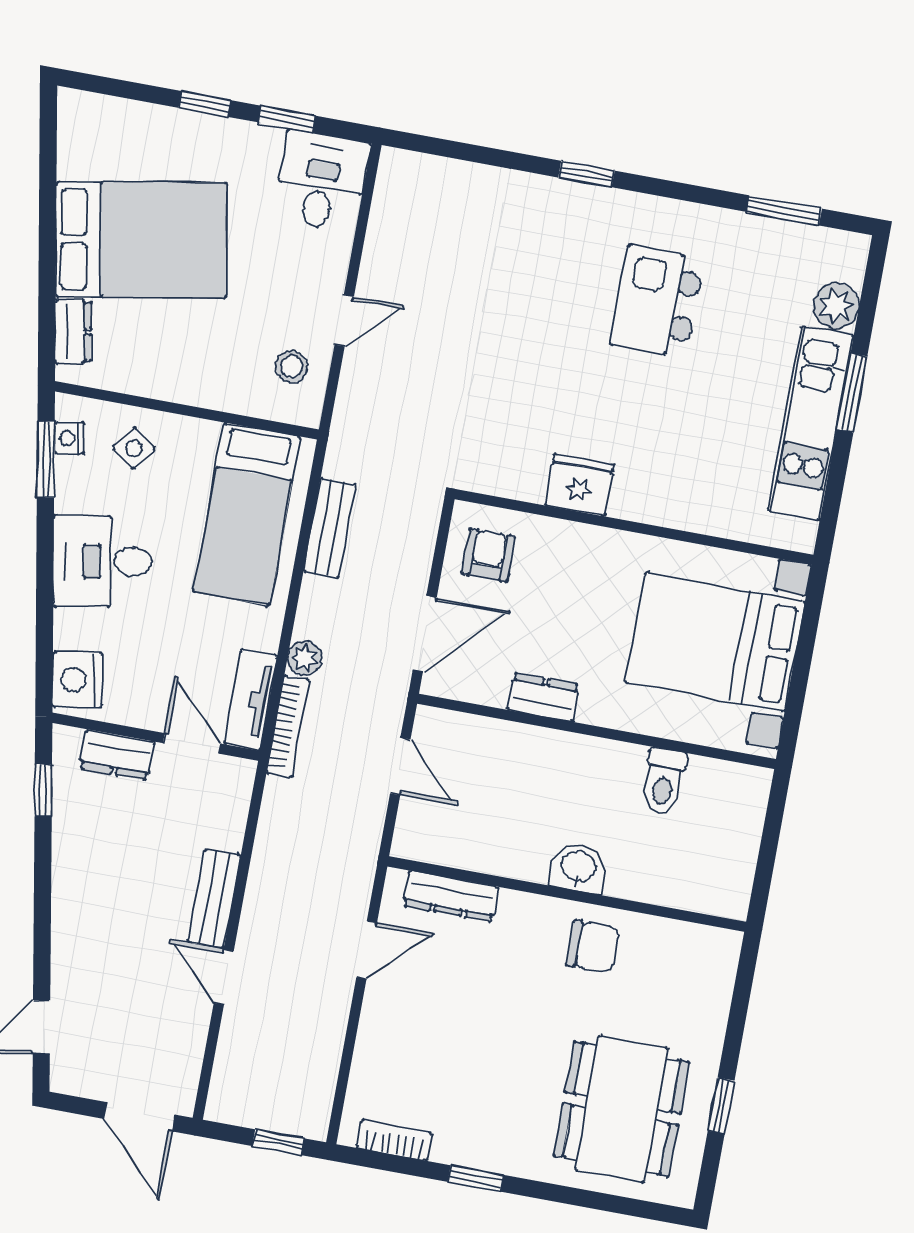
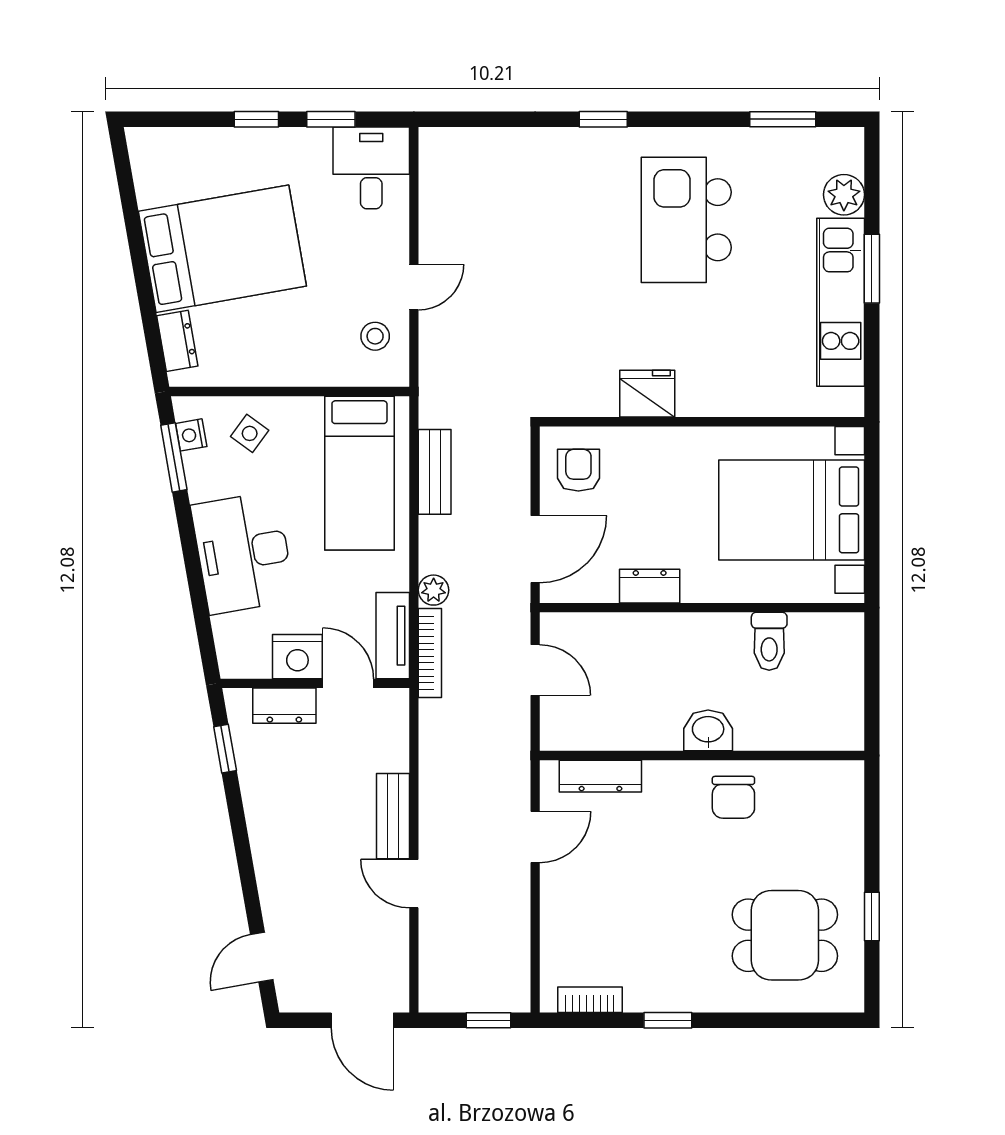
kitchen island: (658, 302) -> (686, 220), width x1.37, depth x1.28
desk: (103, 561) -> (243, 553), width x1.37
nightstand: (77, 680) -> (297, 657), moved, turned -80
chair: (593, 946) -> (733, 797), turned 90
dining table: (622, 1109) -> (785, 935), width x0.73

